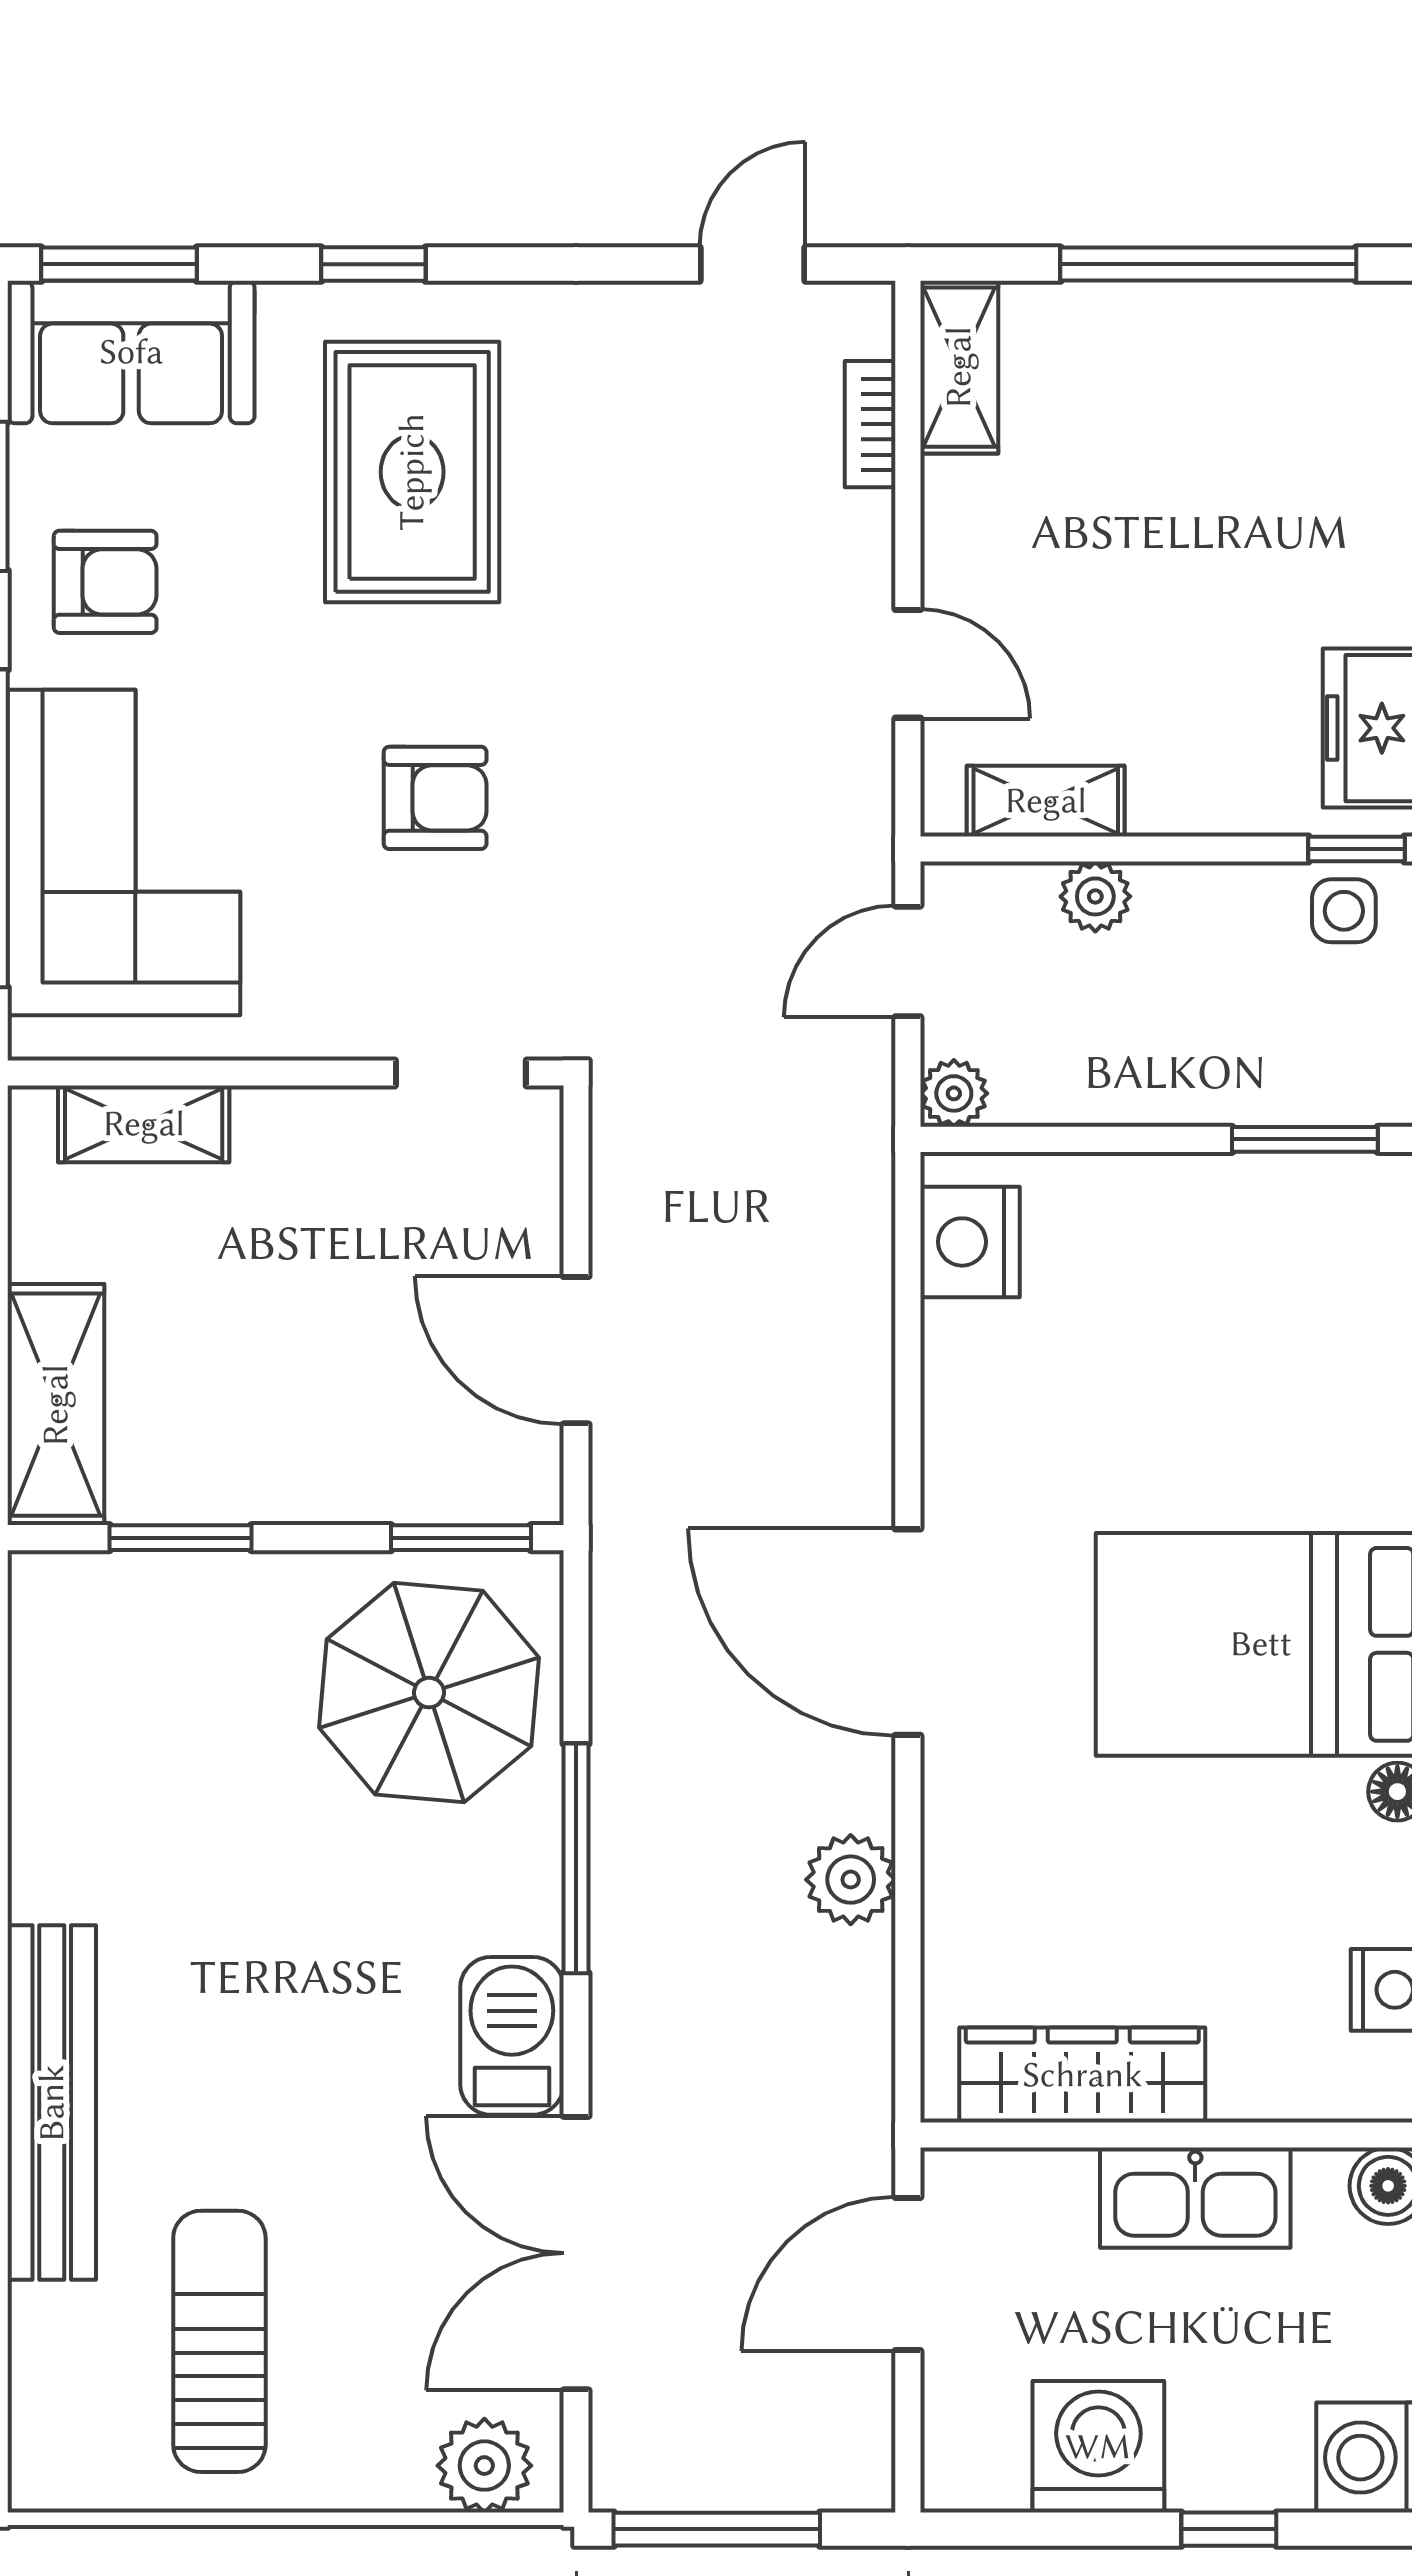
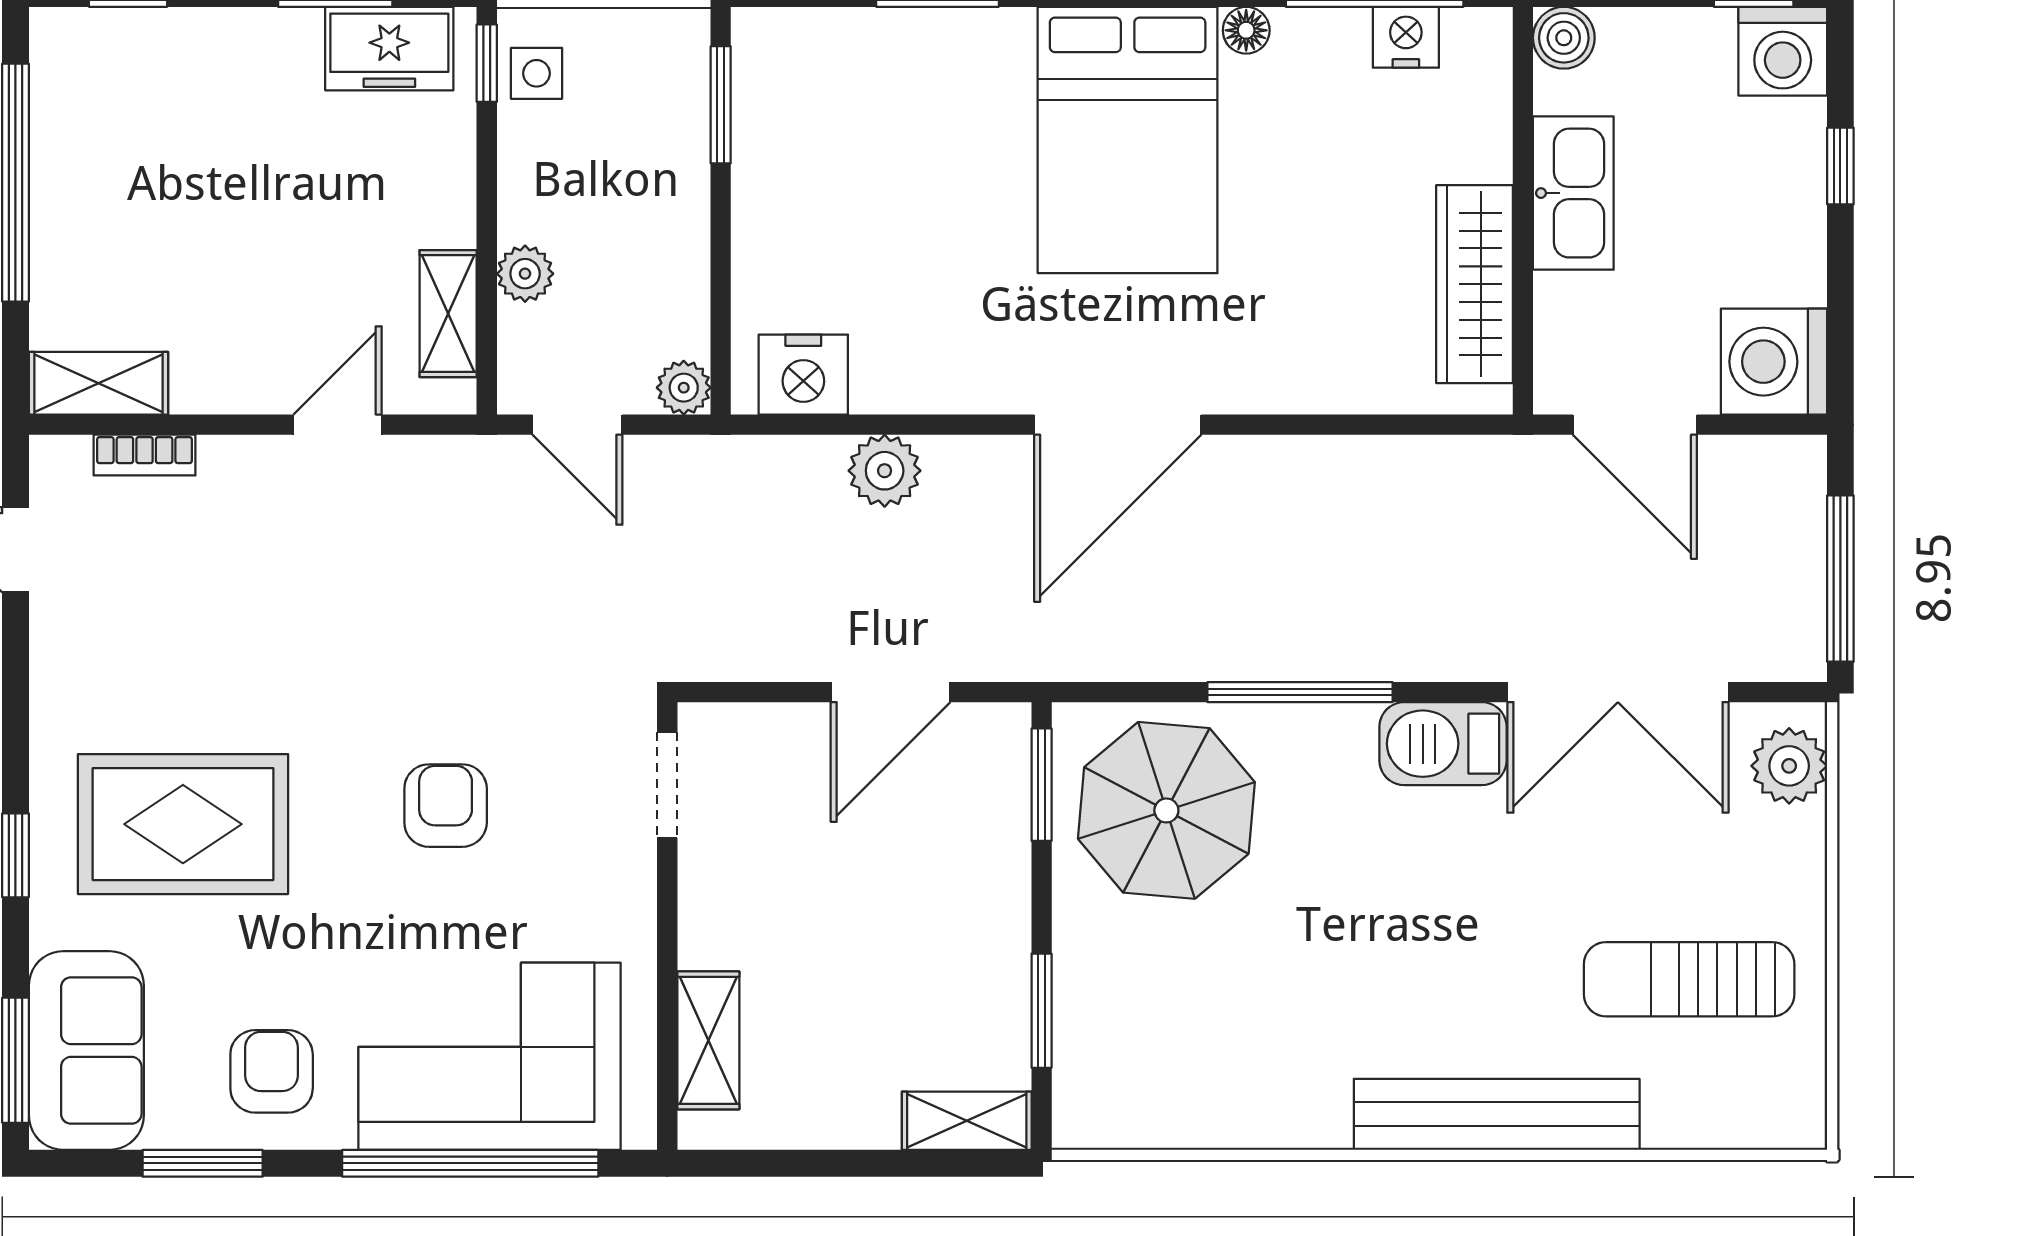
shelving: (56, 1405) -> (967, 1121), width x0.67, depth x0.75
plant: (851, 1880) -> (885, 471), moved
washing machine: (1098, 2447) -> (1774, 362), moved

